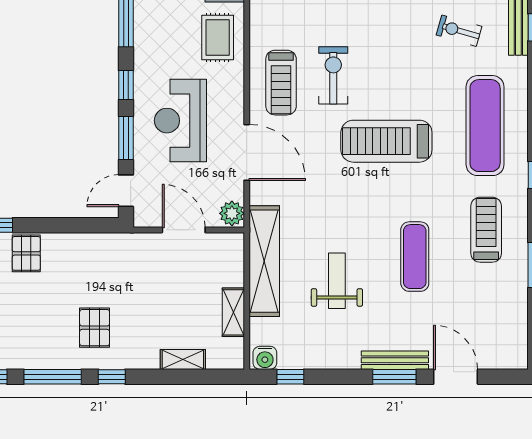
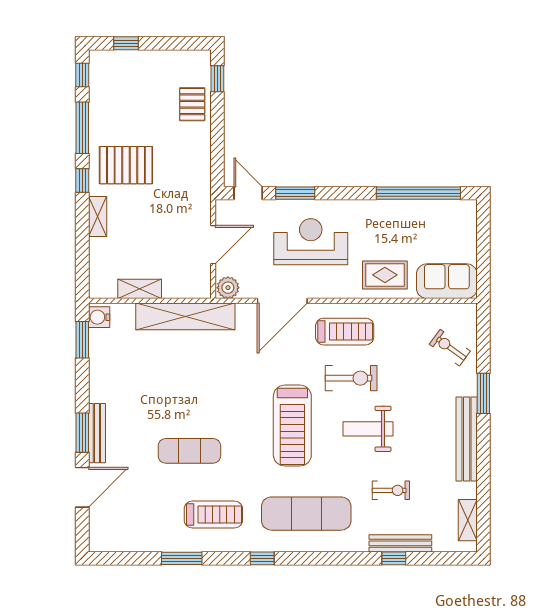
exercise bike: (459, 31) -> (391, 490), turned 74
treadmill: (281, 83) -> (345, 332), turned 180
window: (126, 85) -> (342, 193), removed
treadmill: (386, 141) -> (292, 426), turned 180
pallet: (26, 253) -> (192, 104), turned 90
weight bench: (337, 281) -> (368, 429), moved, turned 180
pallet: (95, 328) -> (126, 165), width x1.50, depth x1.42
shelving: (183, 359) -> (98, 216), moved
window: (290, 377) -> (82, 340), width x1.50

